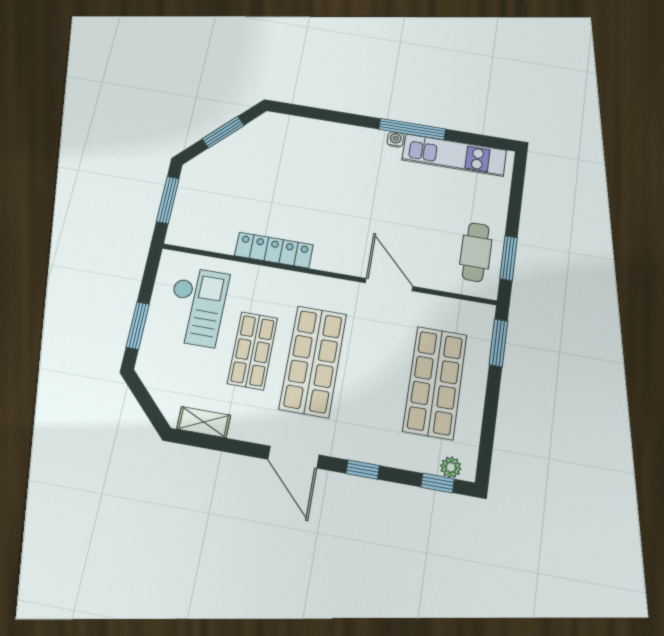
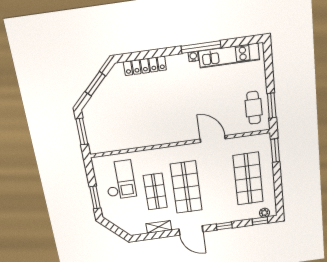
locker: (274, 250) -> (145, 66), moved, turned 180
shelving: (204, 422) -> (159, 227), moved

